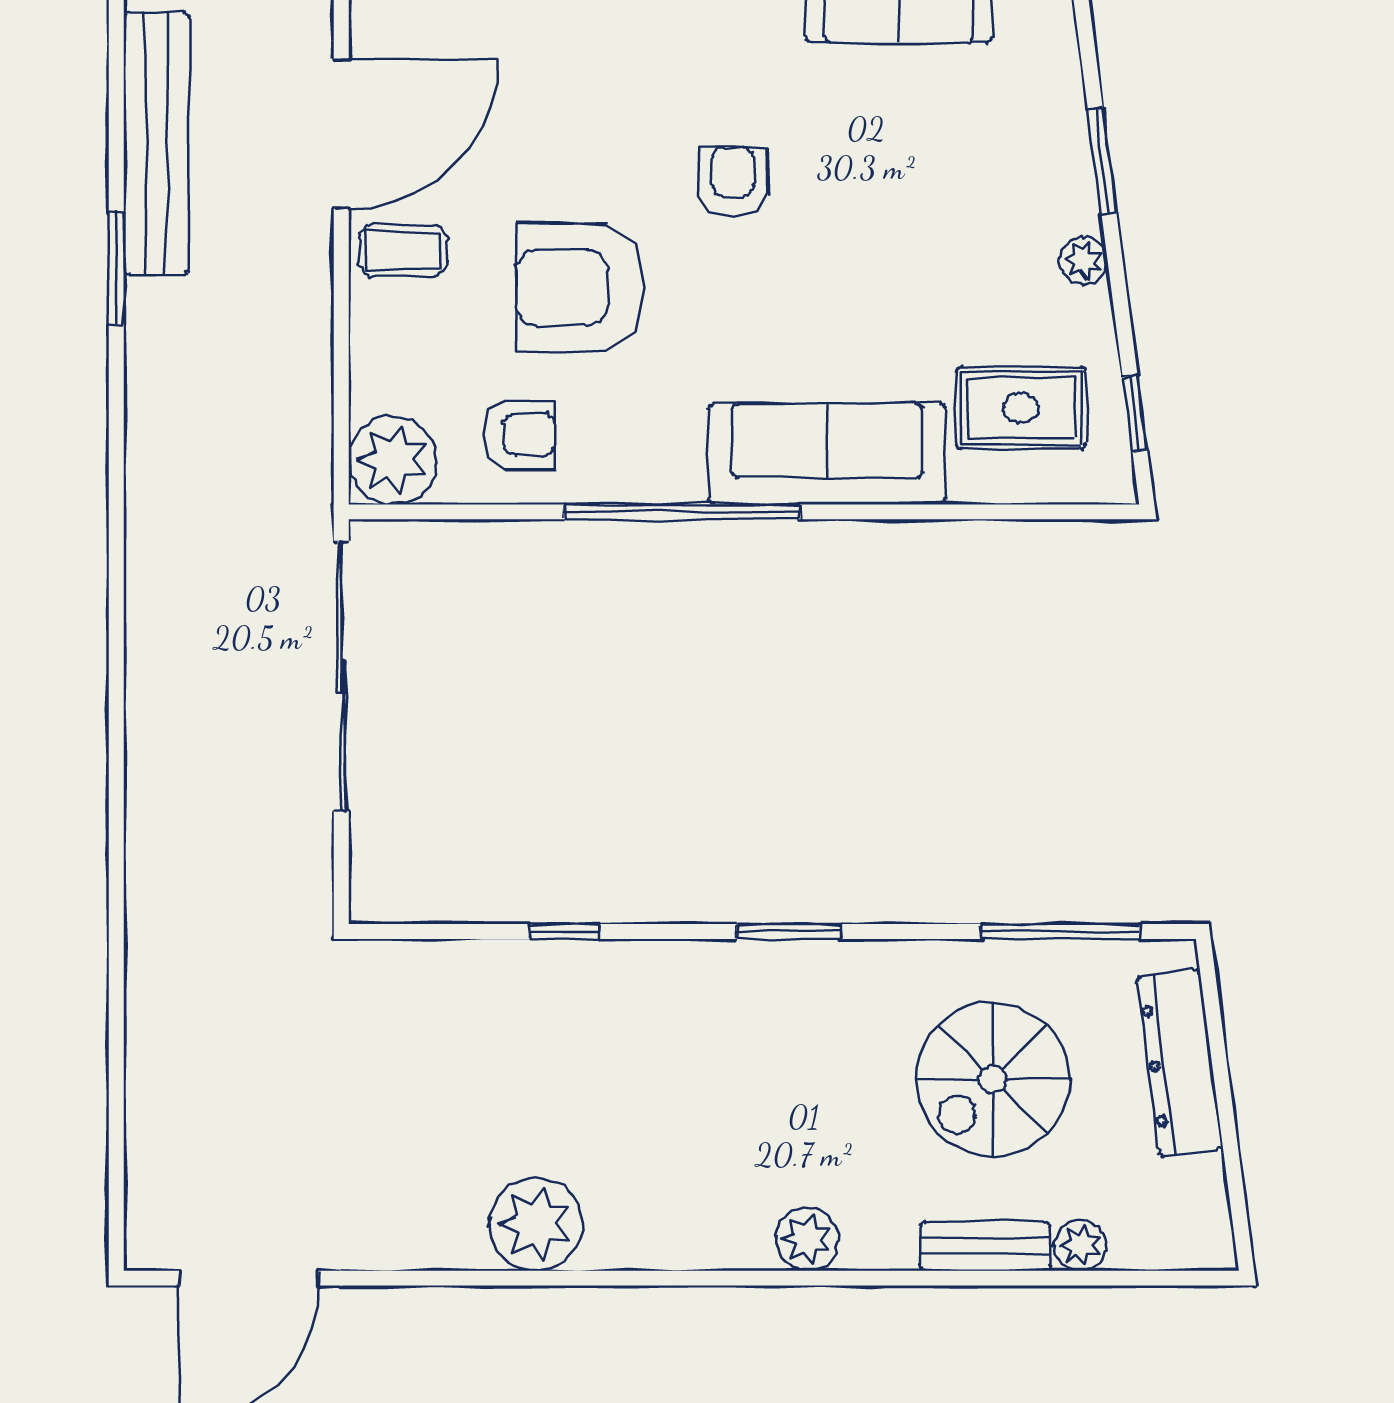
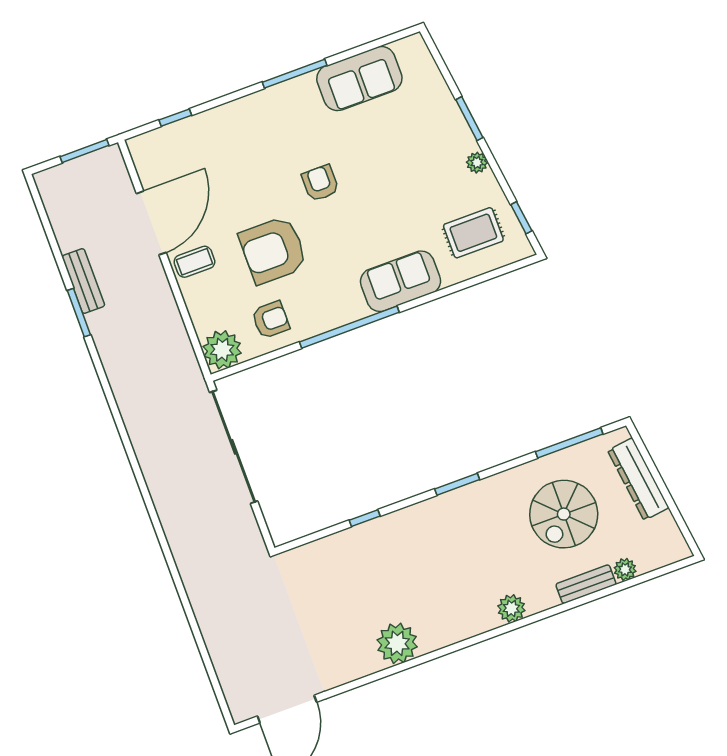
bench: (156, 144) -> (83, 281), width x0.54, depth x0.82
sofa: (827, 454) -> (400, 281), width x0.73

